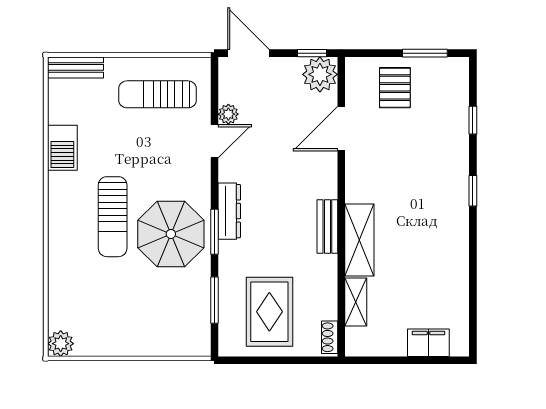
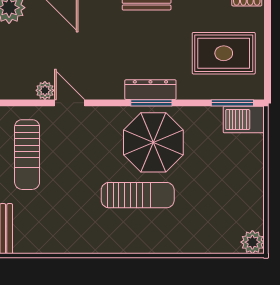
barbecue: (62, 148) -> (244, 120), moved, turned 180
dresser: (229, 211) -> (150, 90), moved
window: (215, 300) -> (232, 103), moved

